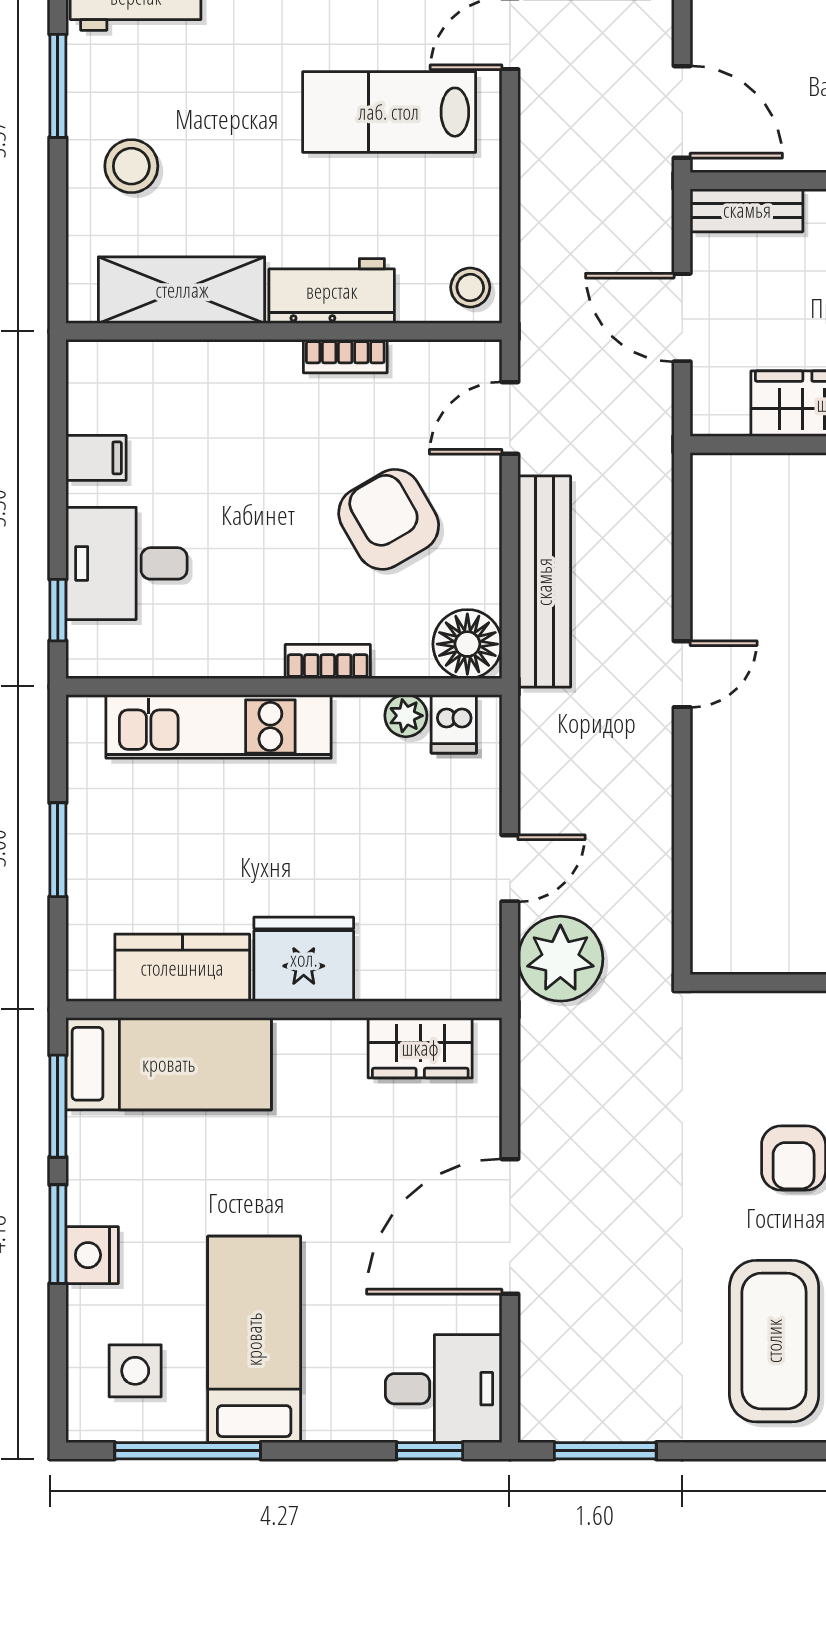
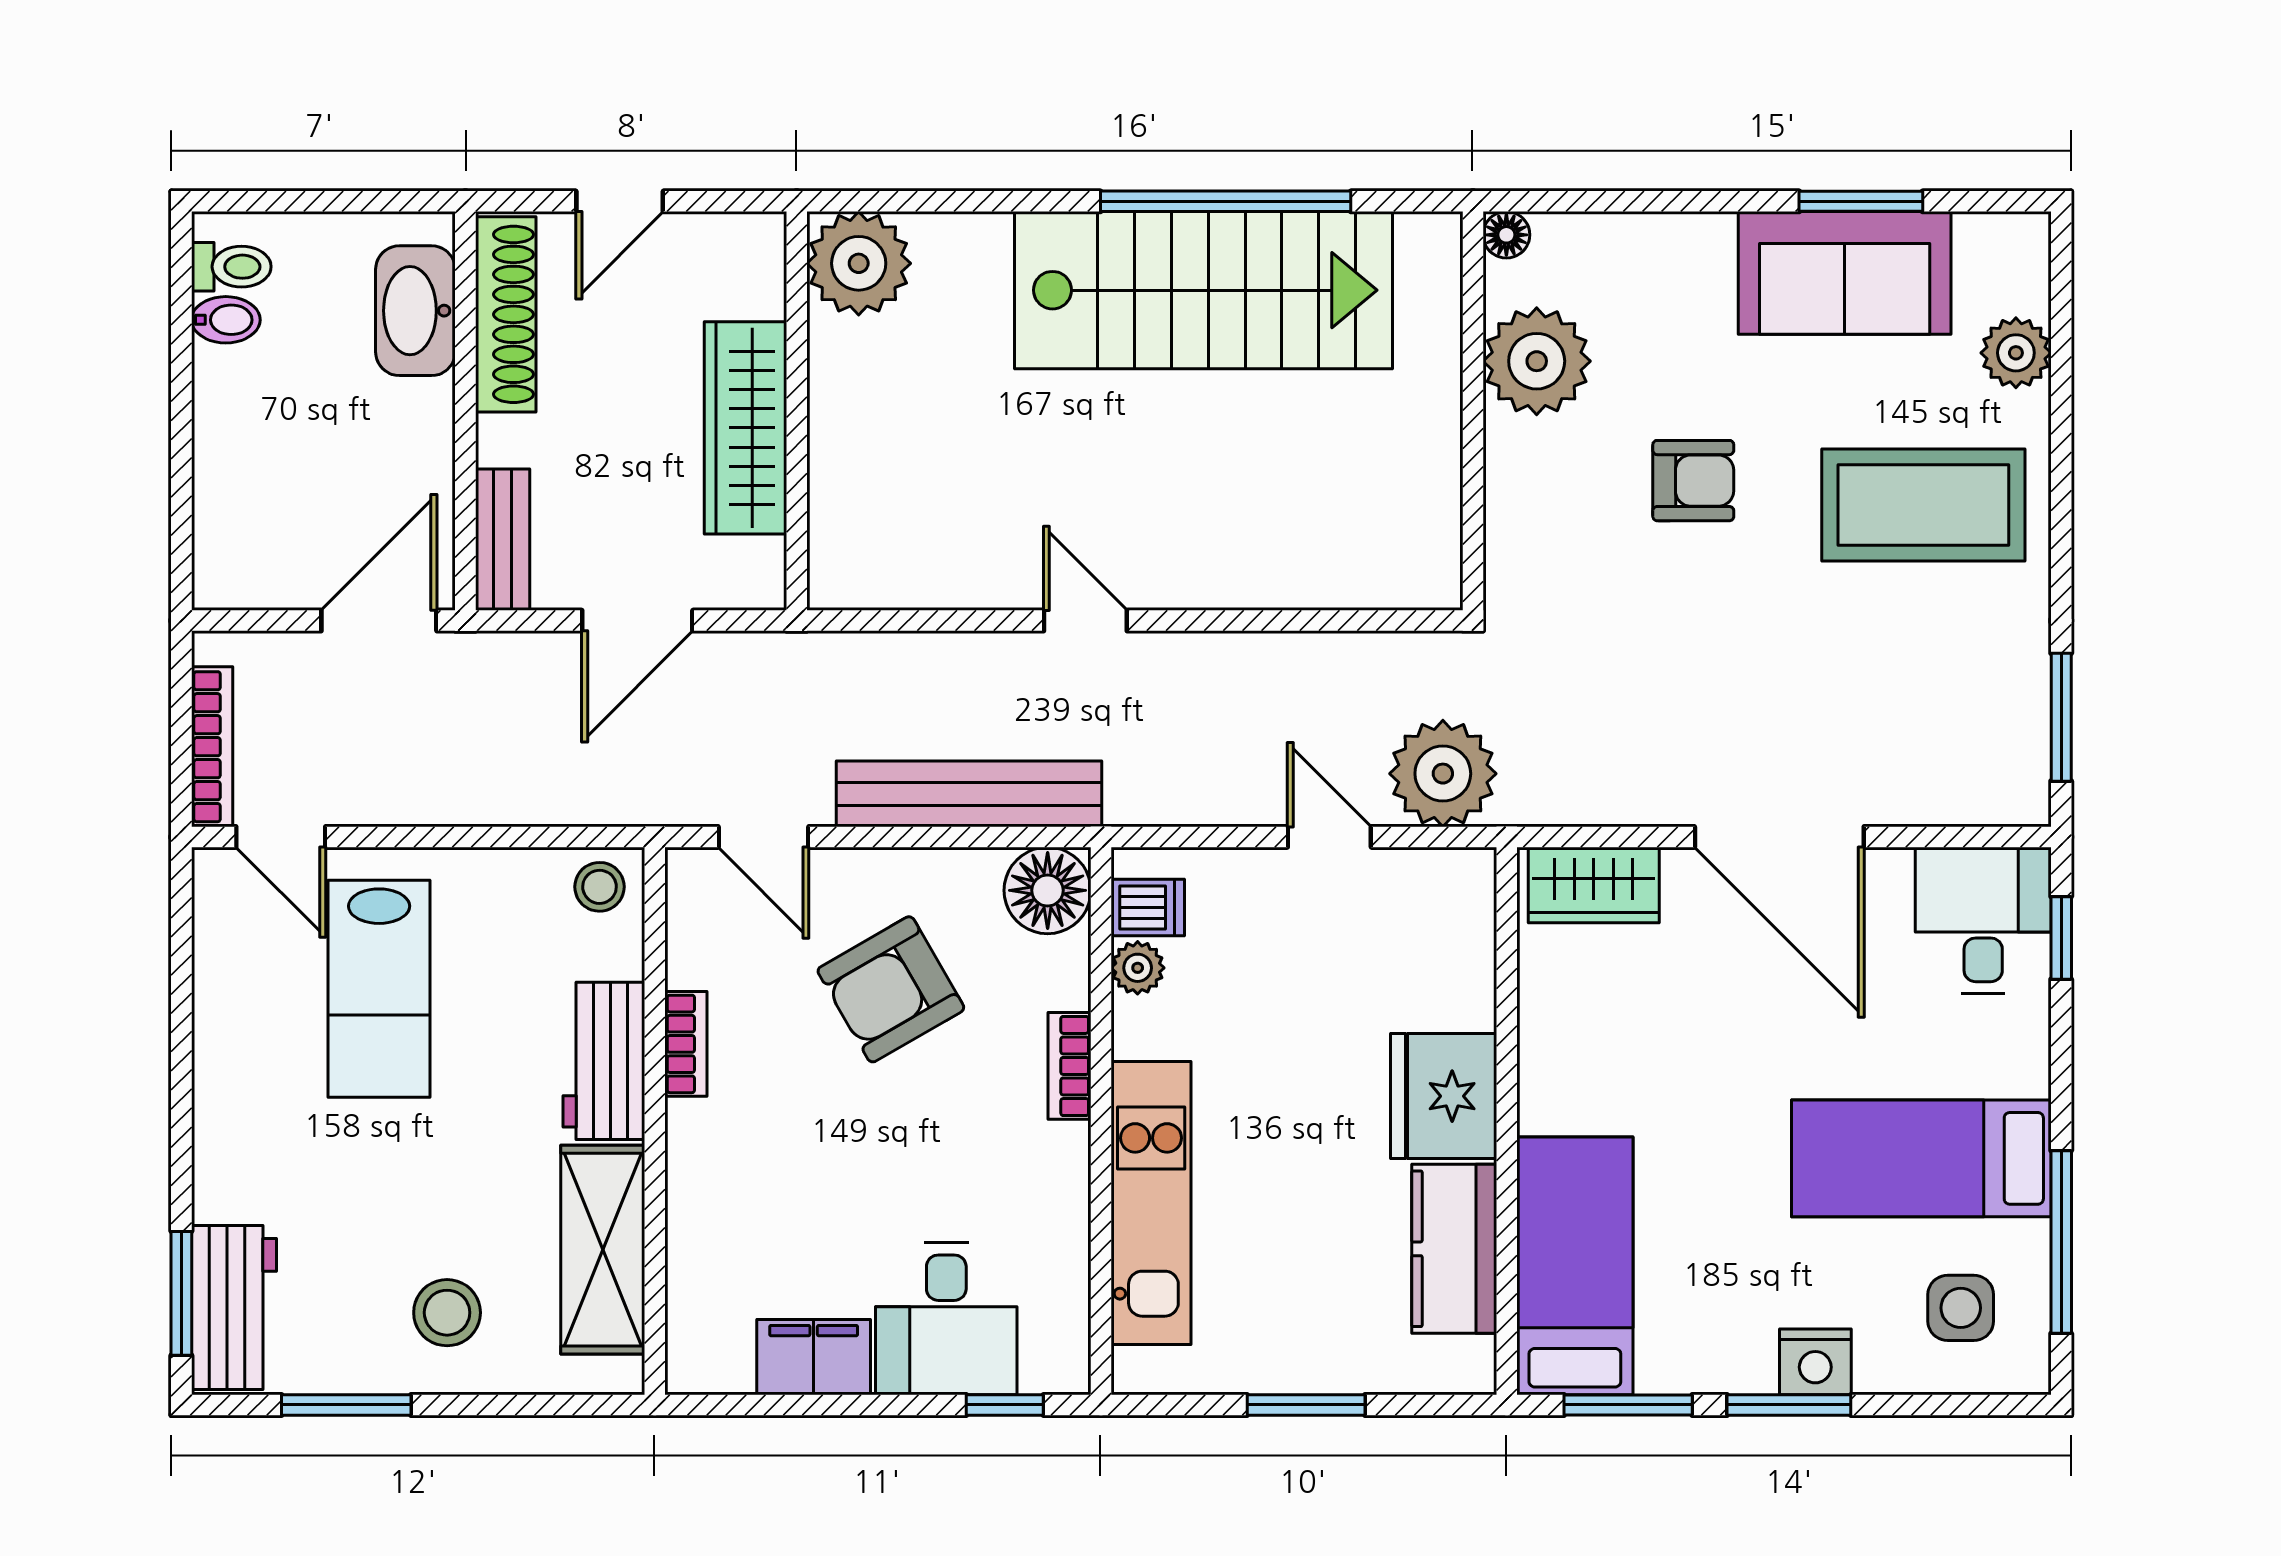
filing cabinet: (96, 458) -> (814, 1357), width x2.00
wardrobe: (420, 1048) -> (1594, 885), moved, turned 90

